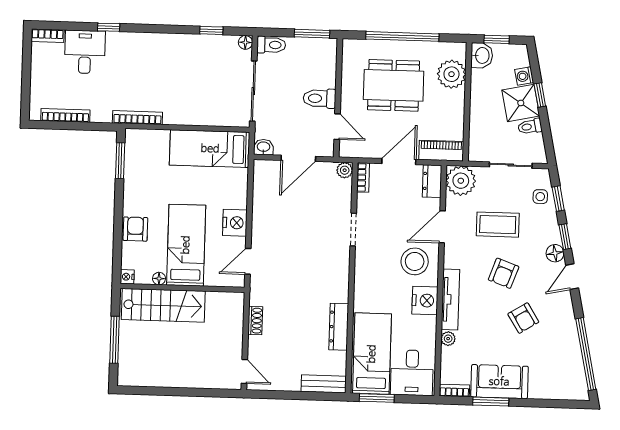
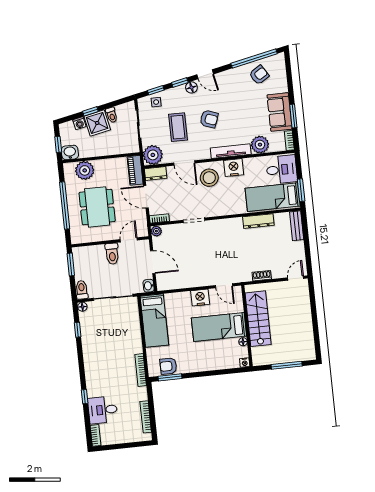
armchair: (135, 229) -> (168, 366), moved
stairs: (163, 305) -> (258, 319), moved
armchair: (523, 318) -> (259, 75), moved
plant: (448, 339) -> (260, 145), width x1.87, depth x1.87

